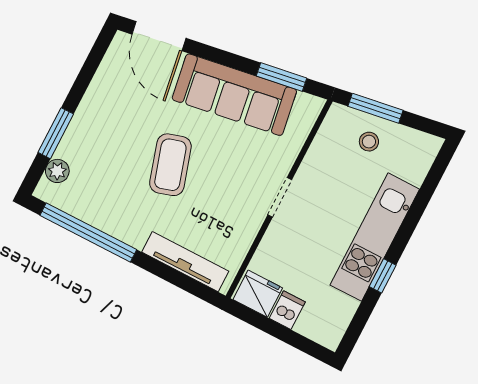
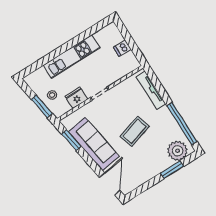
plant: (57, 171) -> (178, 151), width x1.88, depth x1.88
window: (383, 276) -> (77, 40), removed
fridge: (258, 294) -> (76, 98), moved, turned 90

